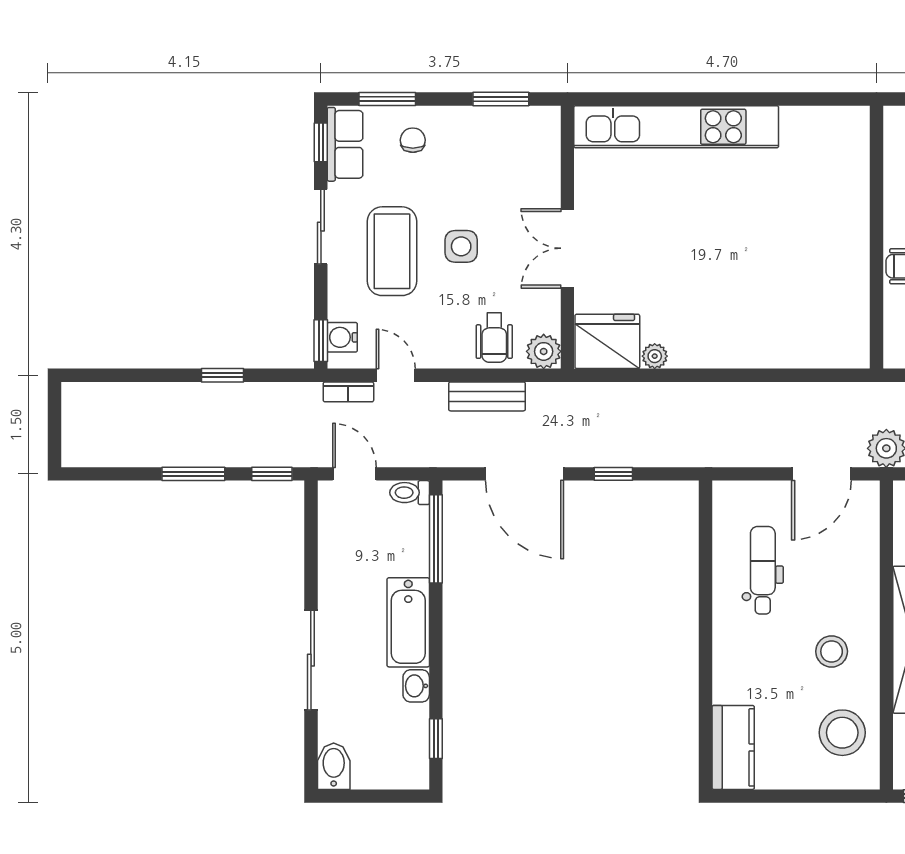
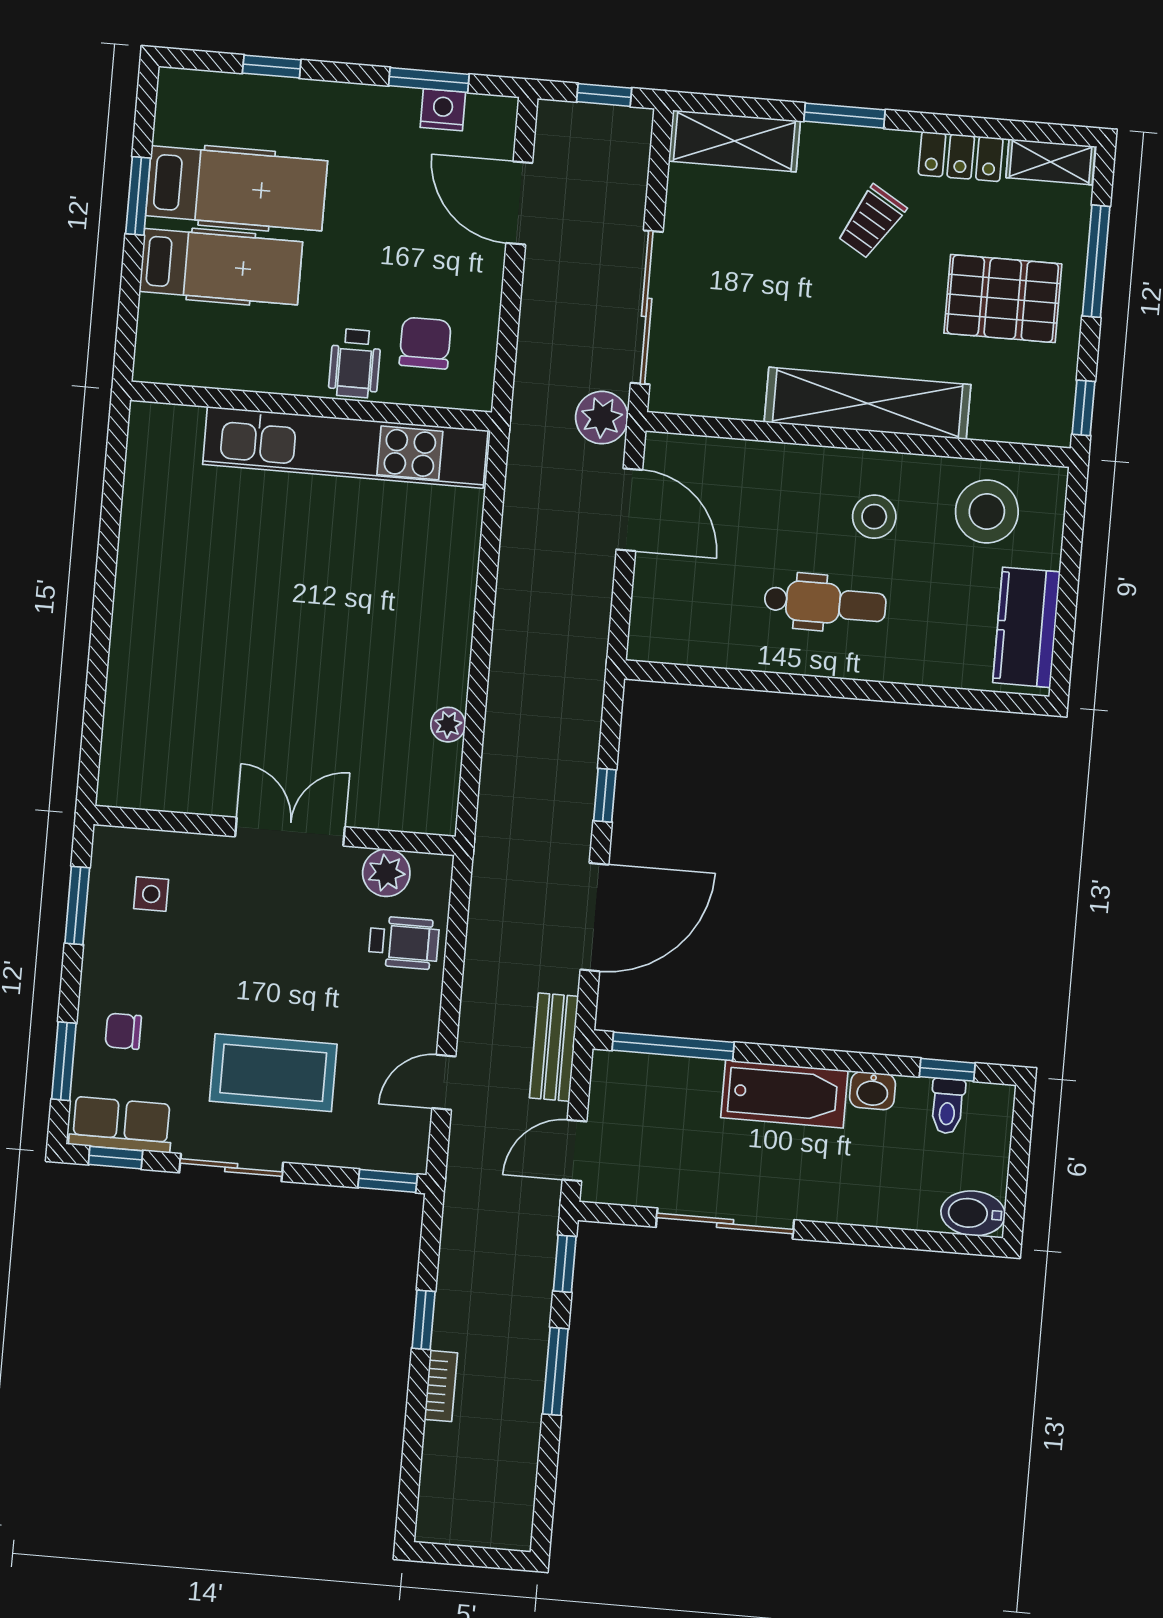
kitchen unit: (676, 127) -> (345, 447), moved, turned 90
side table: (461, 246) -> (151, 894), moved, width x0.73, depth x0.73
double door: (567, 248) -> (290, 832), swing flipped
water cooler: (342, 337) -> (386, 1151), removed
fridge: (607, 341) -> (422, 788), removed
plant: (544, 351) -> (386, 873), moved
bookcase: (348, 392) -> (441, 1386), moved
bench: (487, 396) -> (554, 1047), moved
toilet: (410, 493) -> (947, 1106), moved
dental chair: (763, 570) -> (825, 603), moved, turned 180
sliding door: (311, 660) -> (725, 1224), moved
kitchen counter: (733, 747) -> (1027, 627), moved, turned -90

